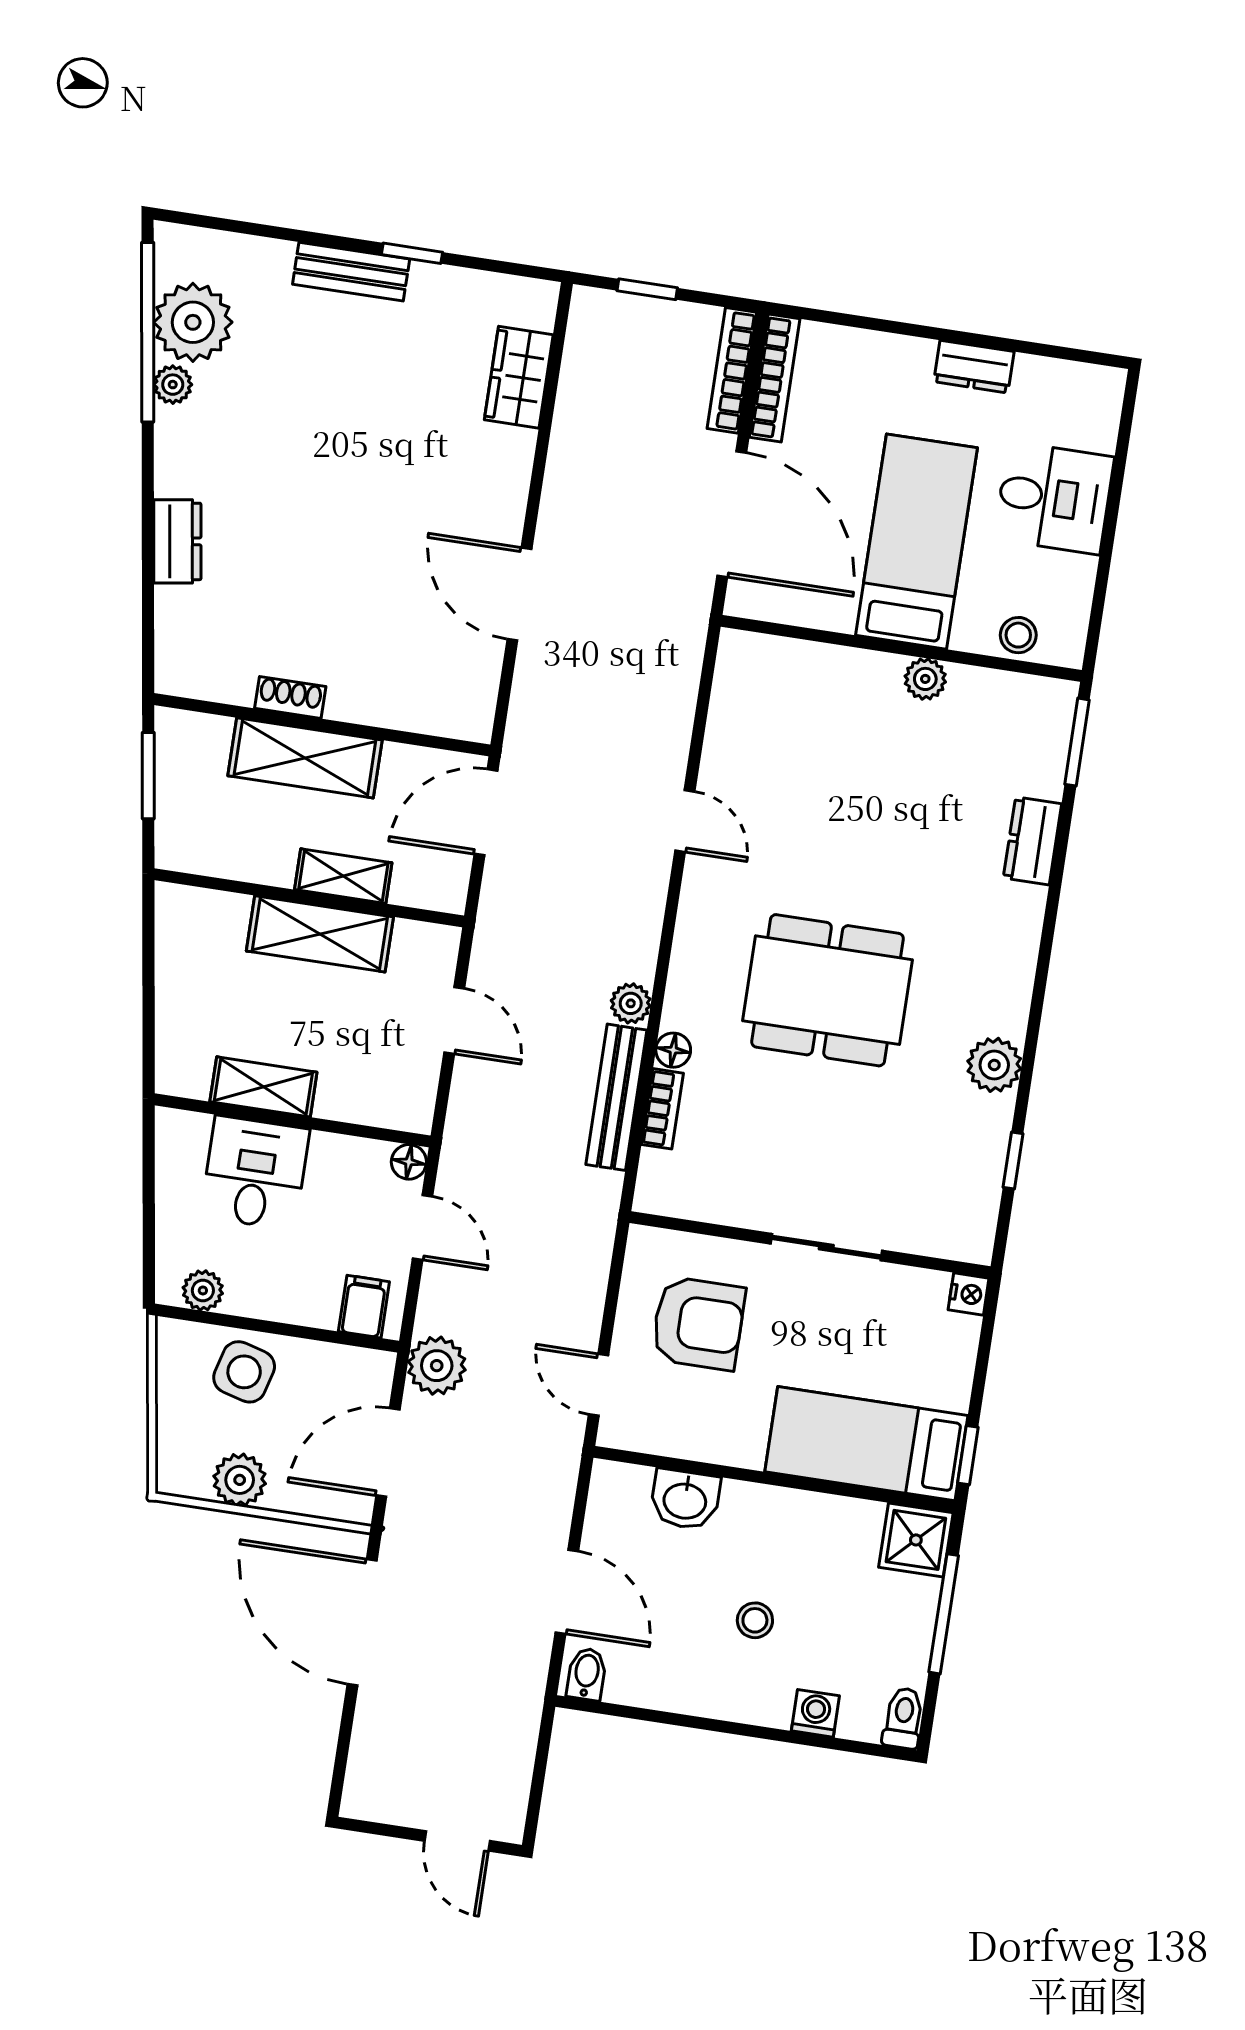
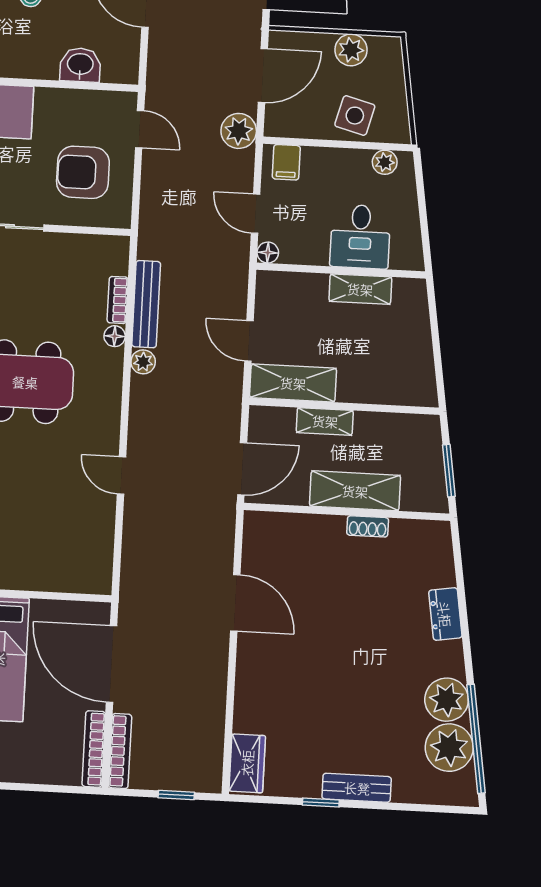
wardrobe: (519, 377) -> (247, 763), moved
plant: (173, 385) -> (447, 700), width x1.88, depth x1.88
shelving: (320, 934) -> (293, 383), moved

